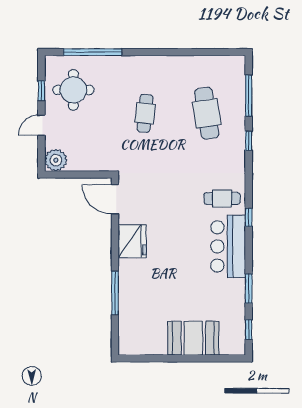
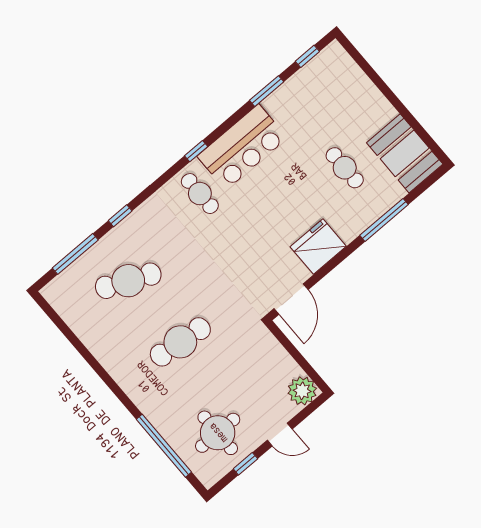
cafe table: (145, 113) -> (180, 342), width x1.37, depth x1.35
cafe table: (207, 113) -> (128, 281), turned 33
cafe table: (165, 296) -> (345, 168), added
booth: (193, 338) -> (405, 153), moved

